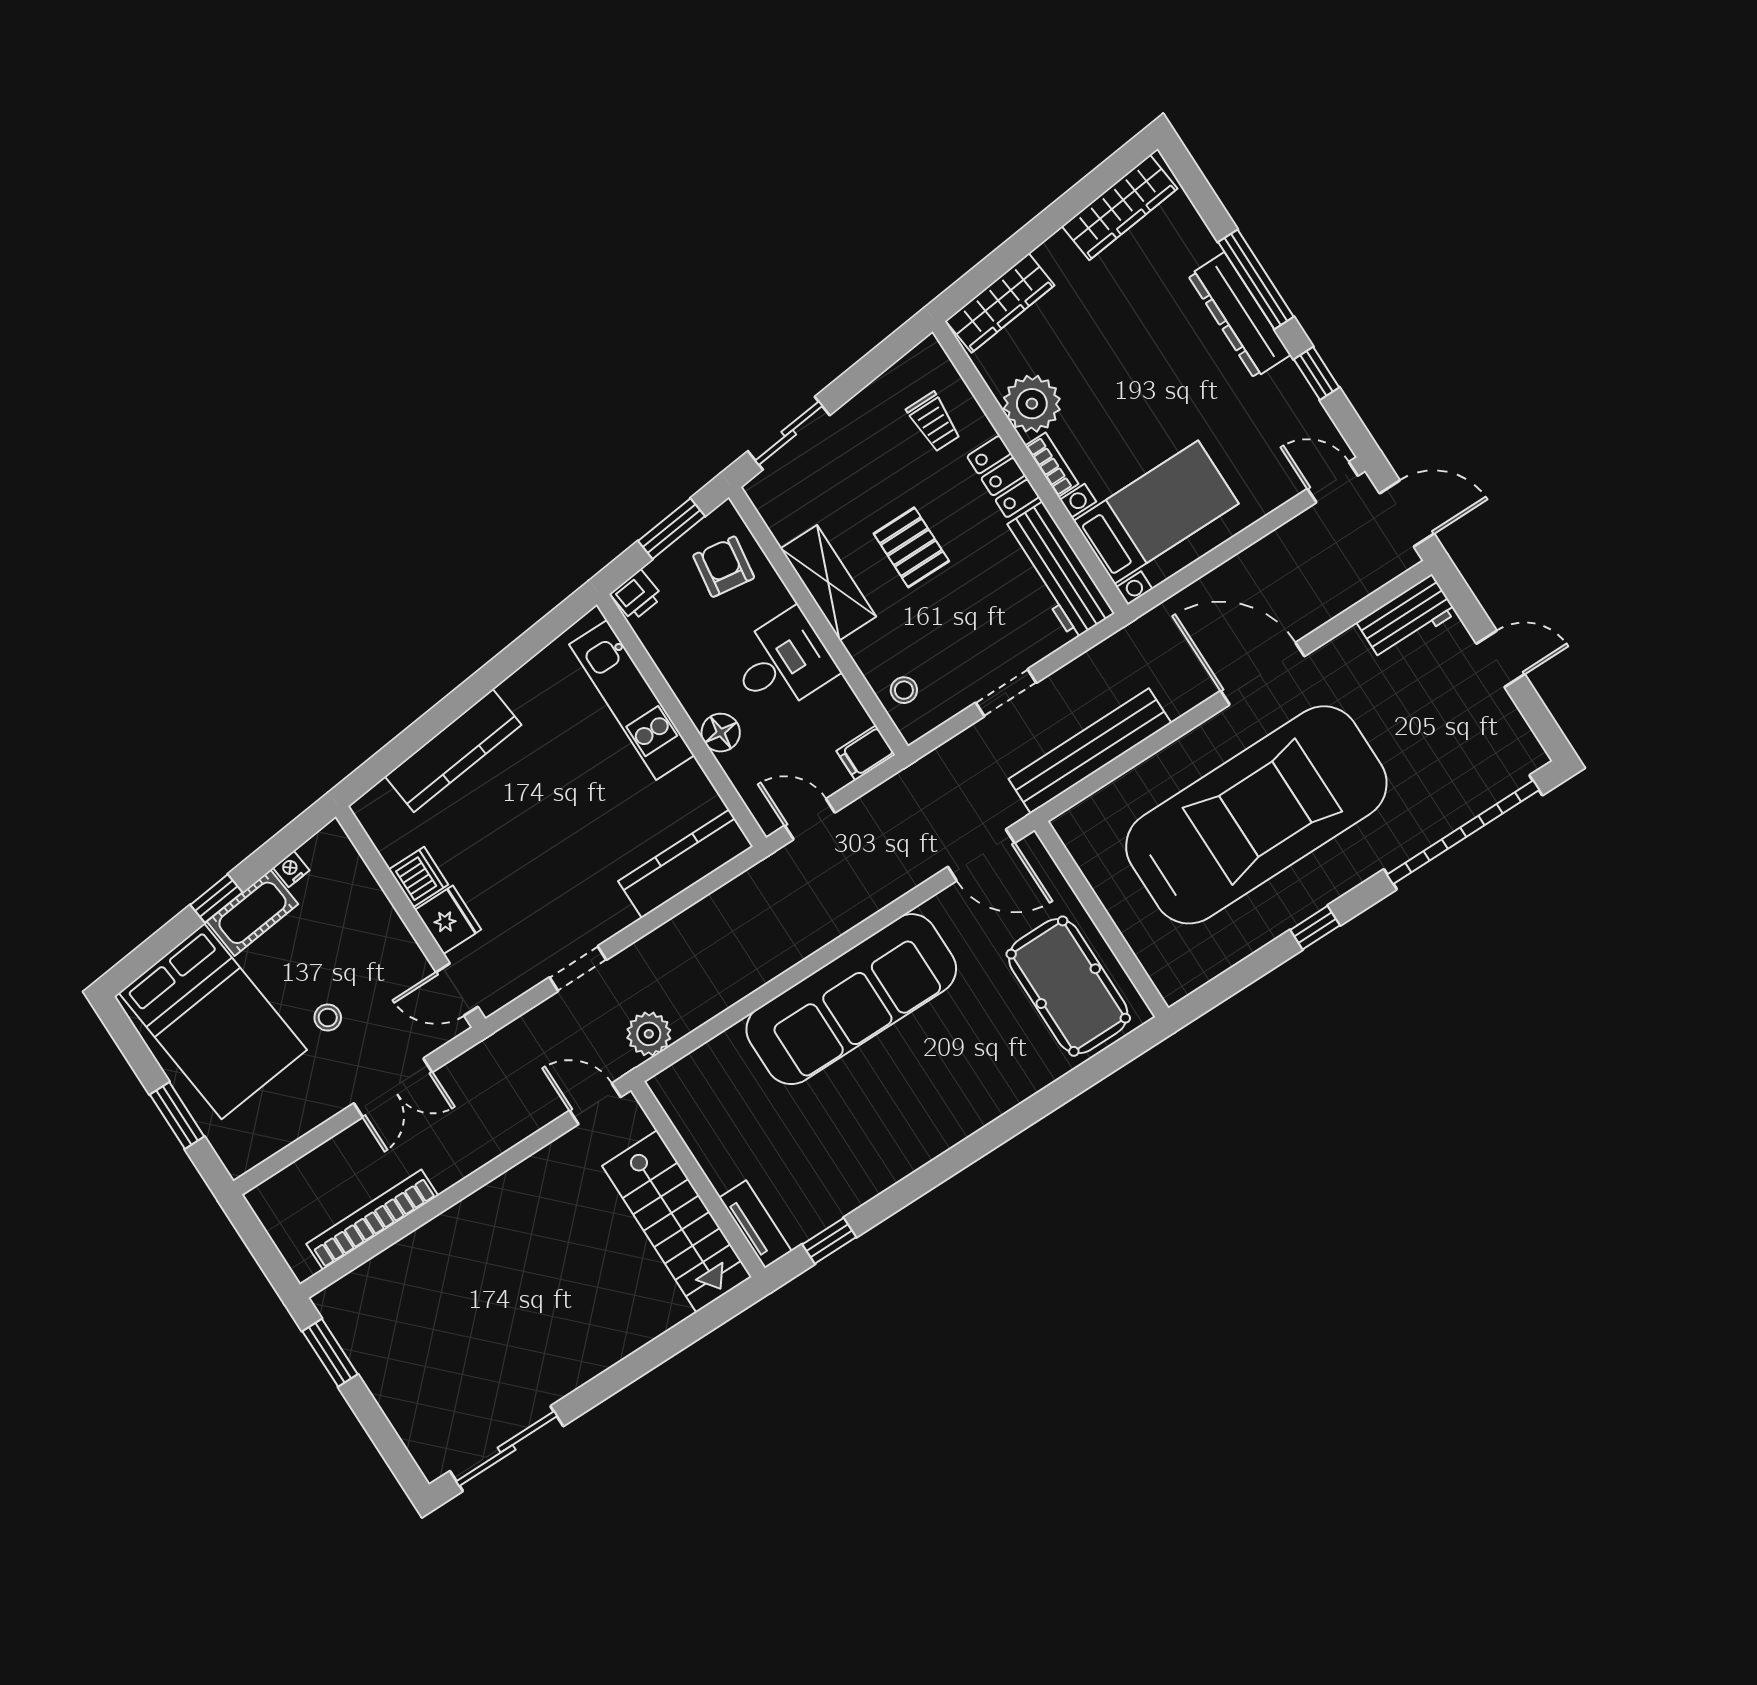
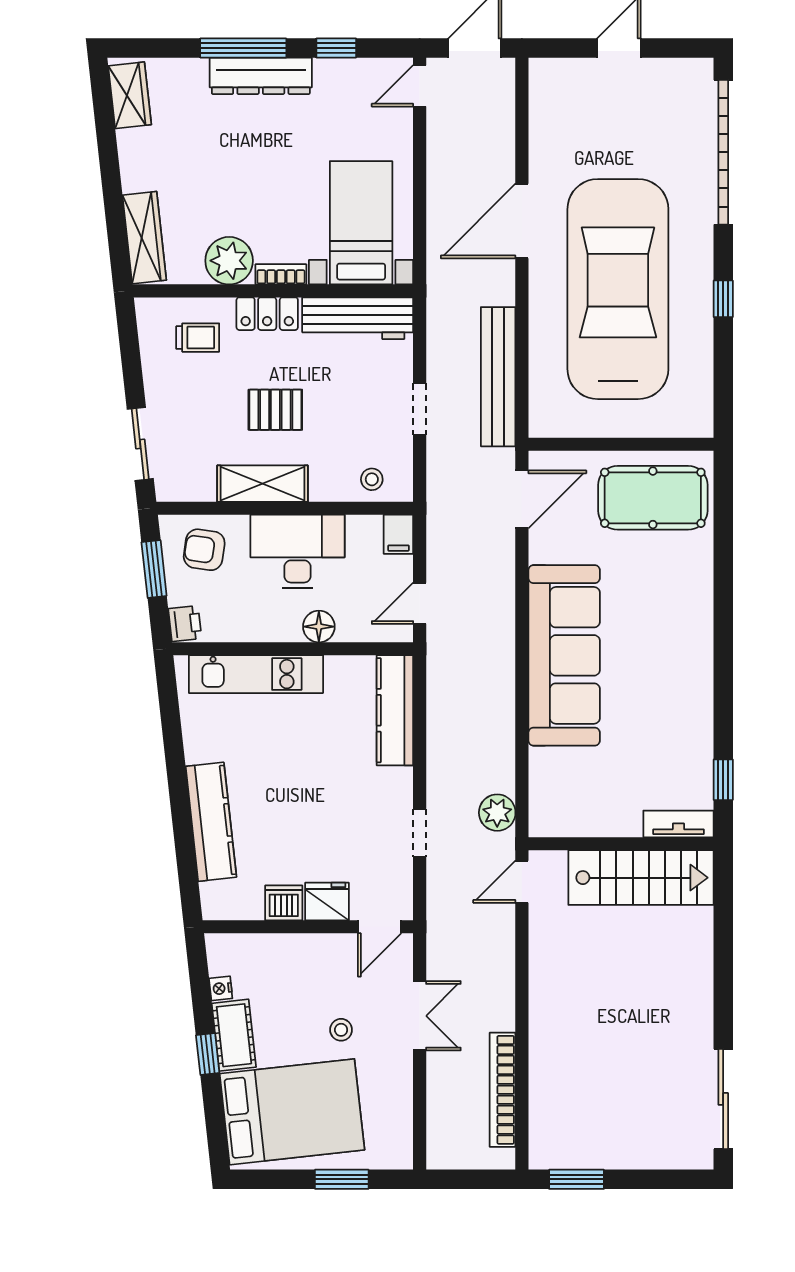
wardrobe: (1120, 207) -> (130, 95), width x0.67
workbench: (1407, 618) -> (548, 95), removed
desk: (783, 662) -> (297, 552), width x1.37

